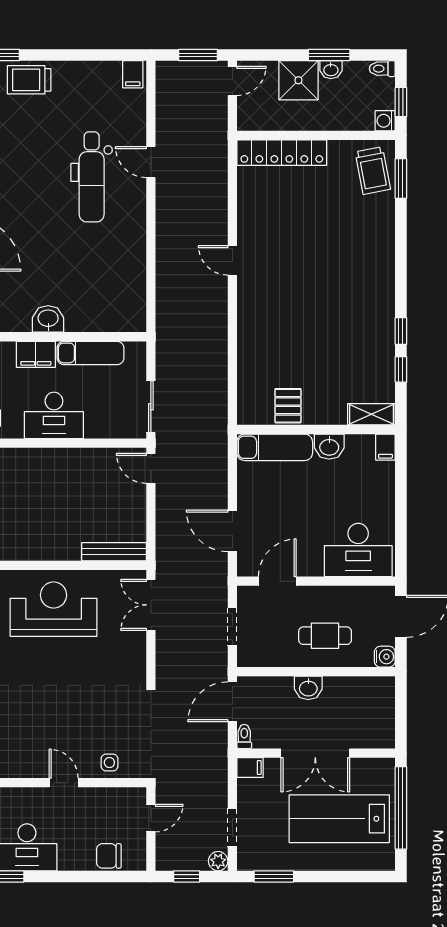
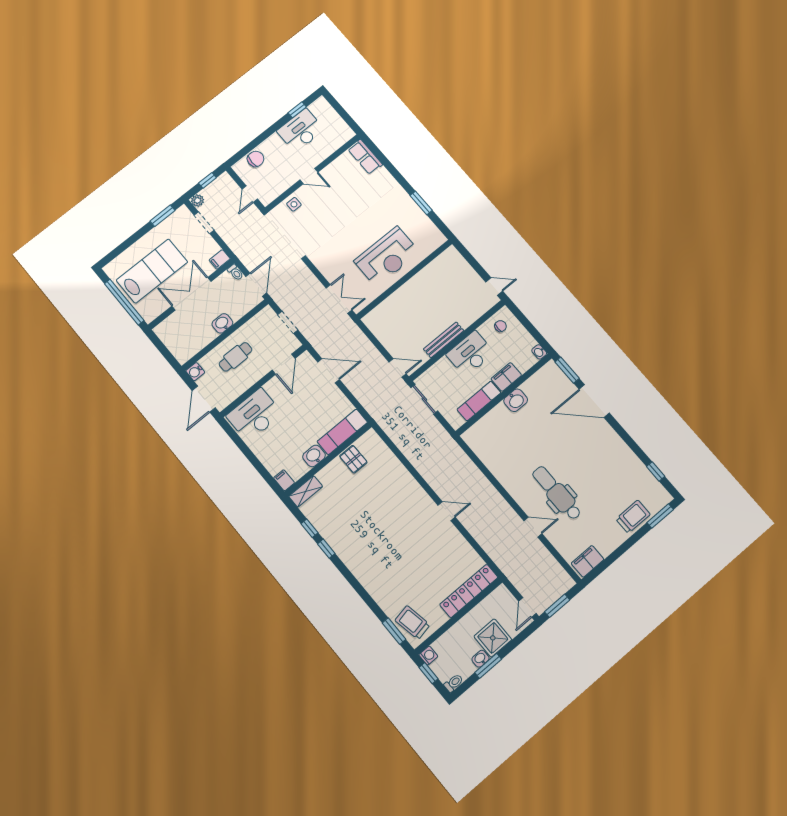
filing cabinet: (133, 74) -> (588, 561), width x2.00
bench: (114, 552) -> (444, 340), moved

